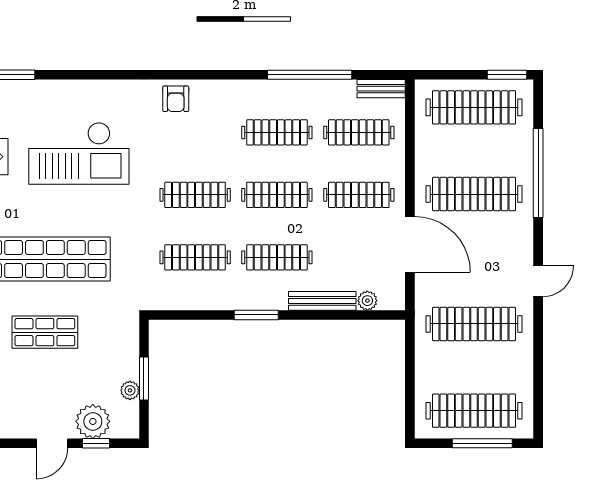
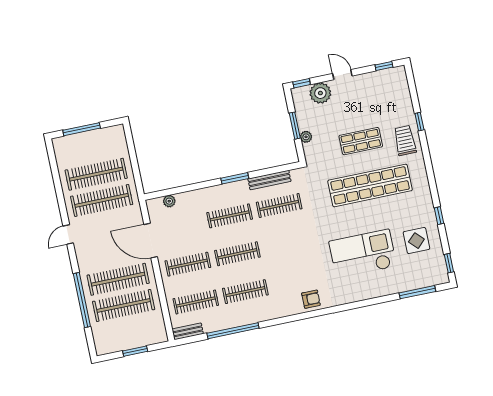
window: (507, 75) -> (135, 351), moved
armchair: (176, 99) -> (311, 299), turned 90
clothes rail: (474, 107) -> (124, 305), moved
clothes rail: (195, 195) -> (287, 243), removed
bench: (322, 301) -> (269, 180), moved
plant: (130, 390) -> (306, 137), moved
clothes rail: (474, 411) -> (96, 174), moved
door: (52, 443) -> (342, 75), hinge flipped
window: (96, 443) -> (302, 83), moved

